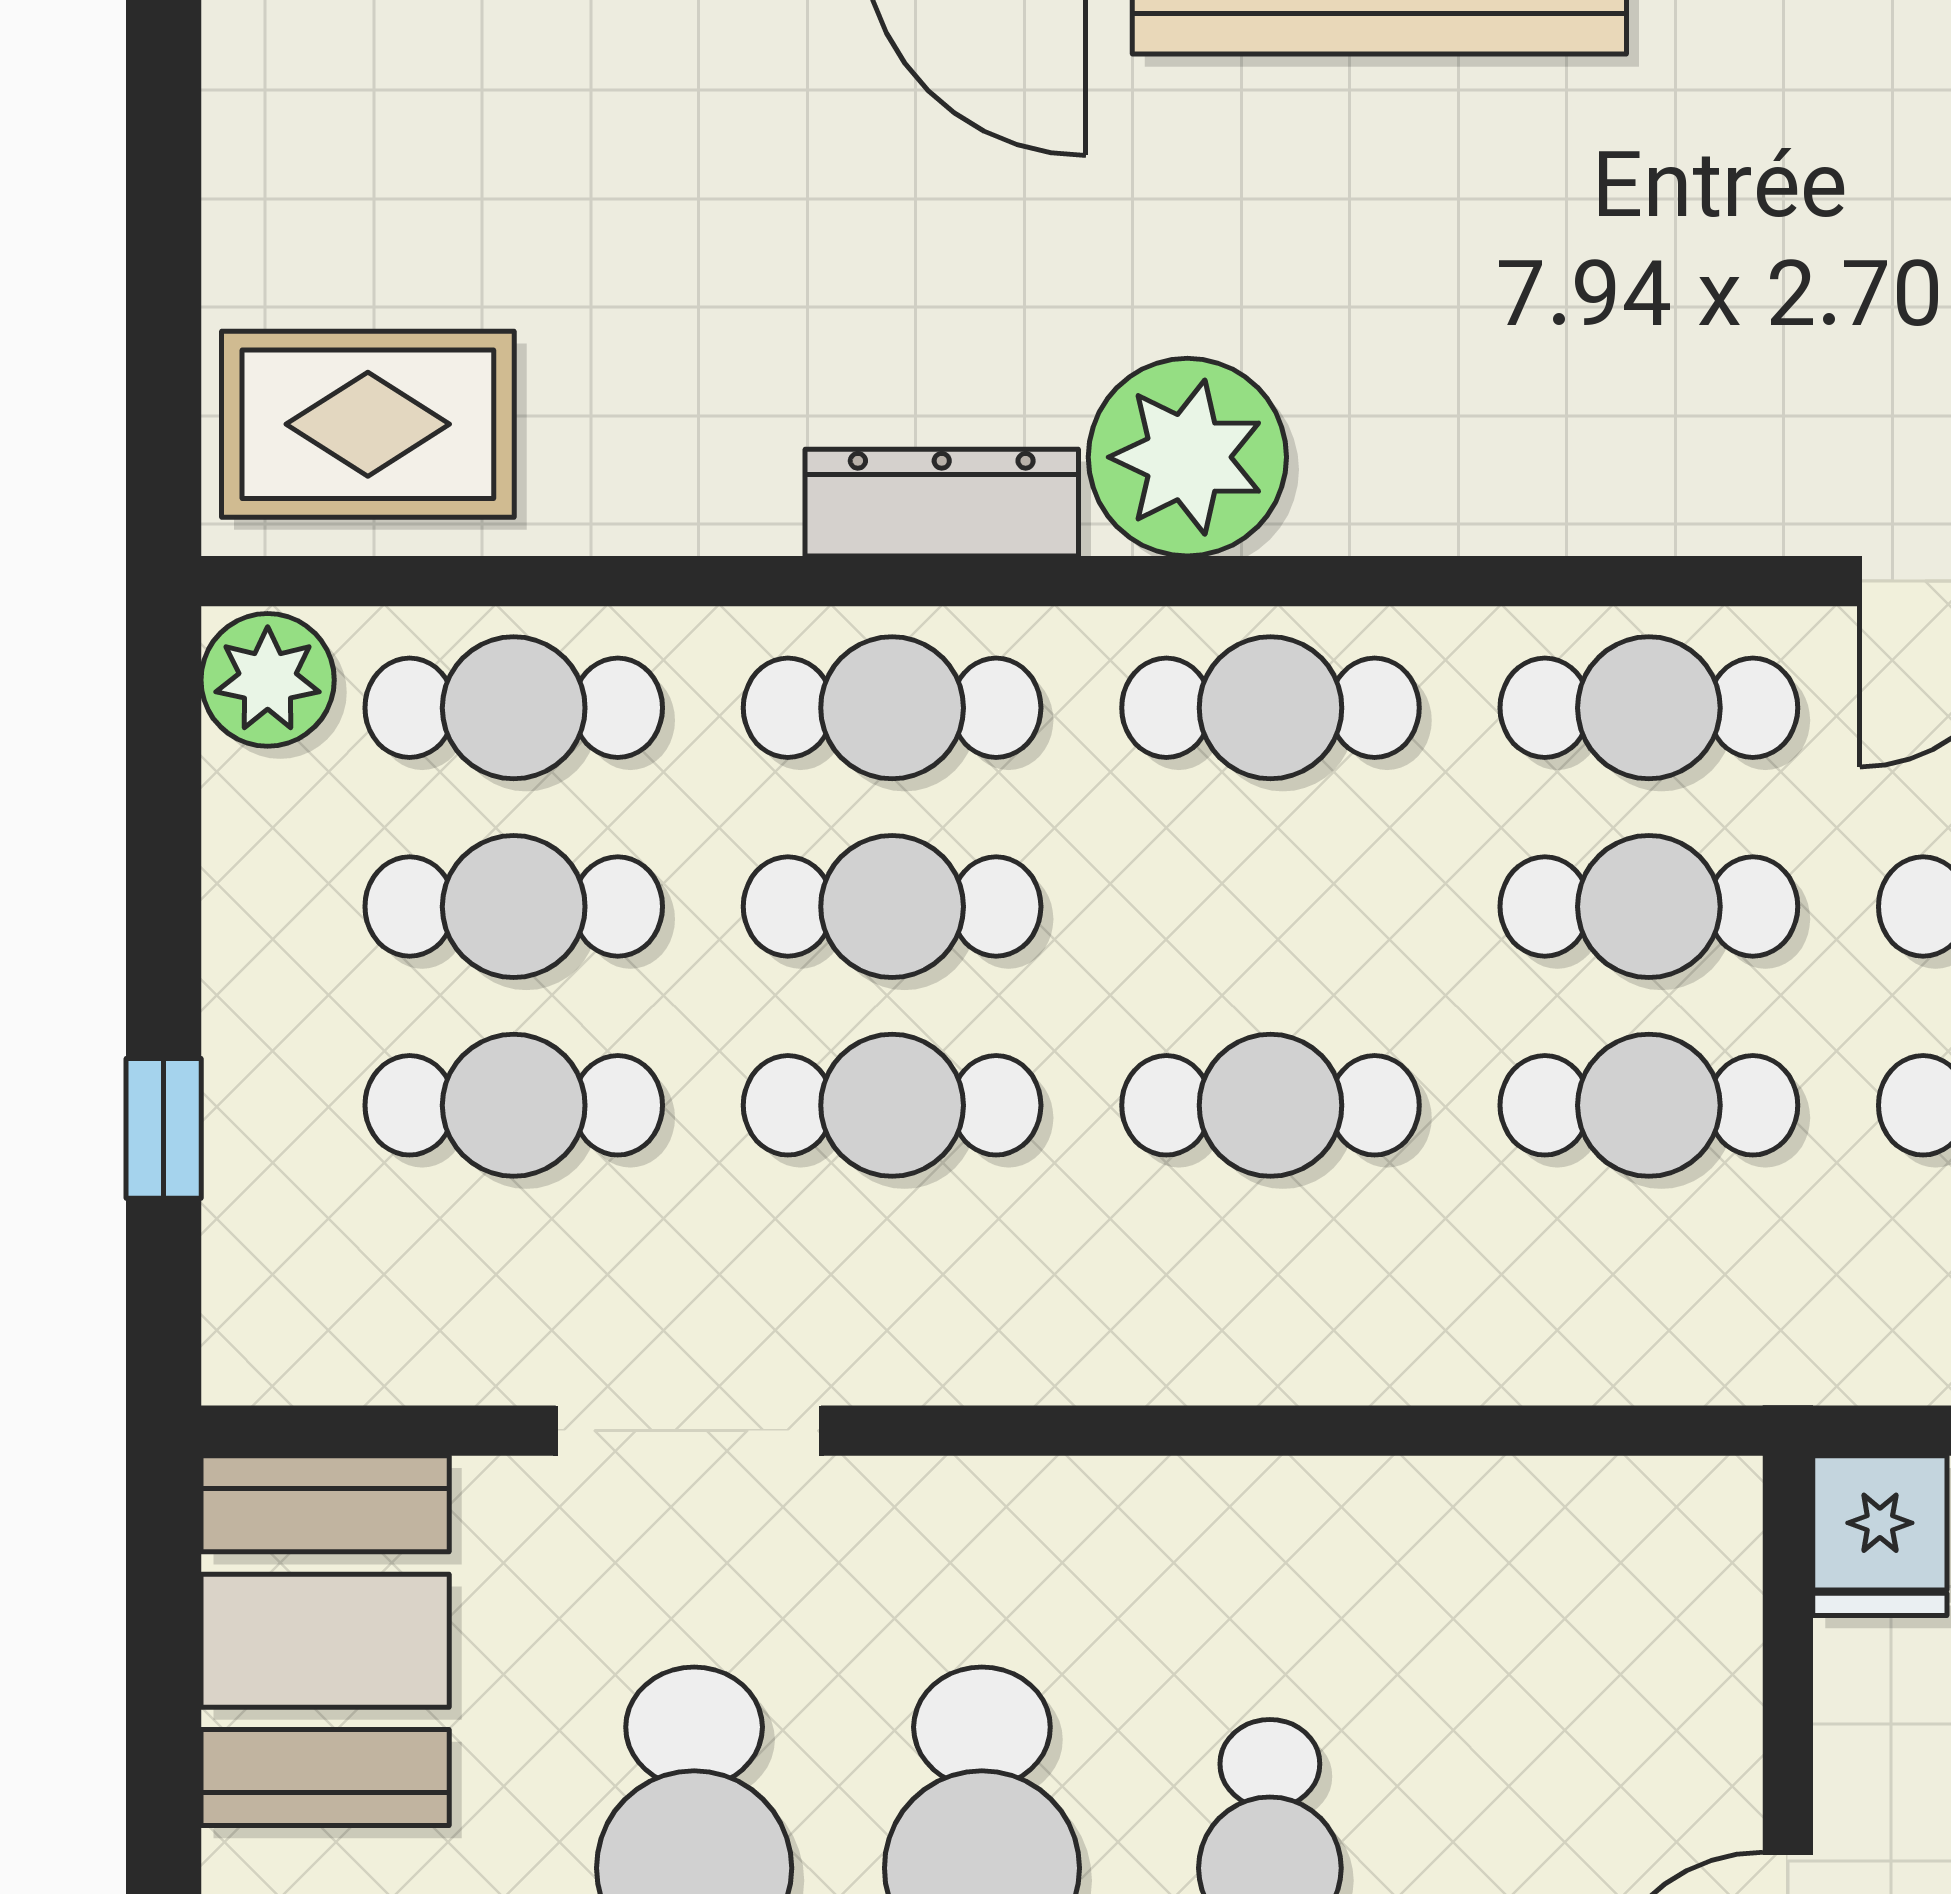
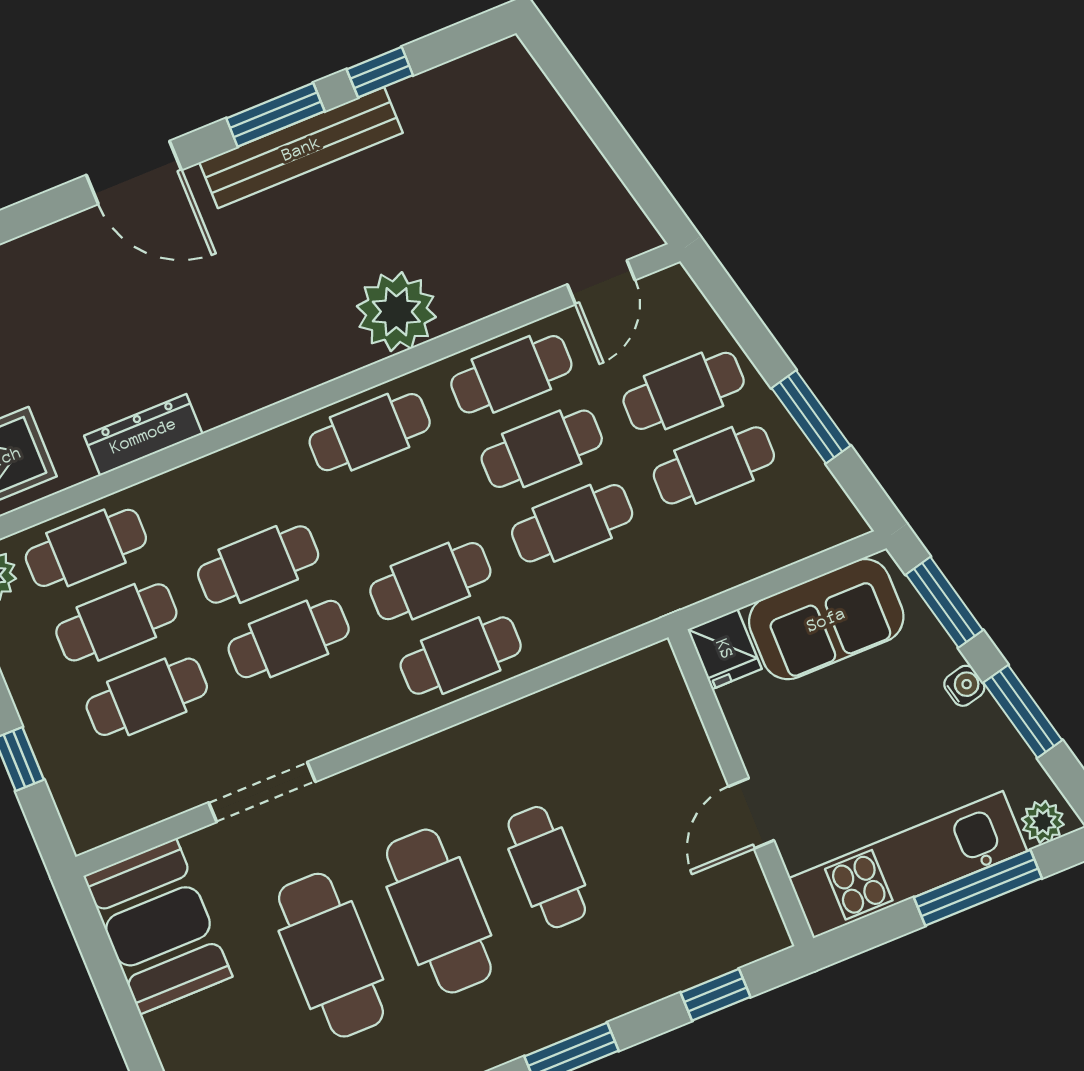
plant: (1187, 457) -> (396, 312), moved
dresser: (942, 503) -> (143, 435), moved
cafe table: (892, 708) -> (461, 656), moved

